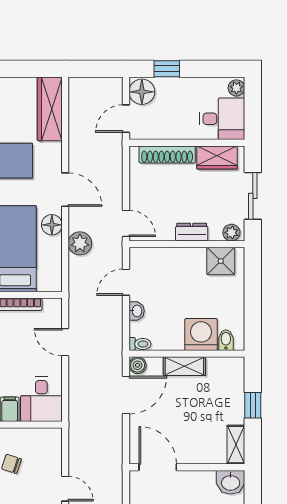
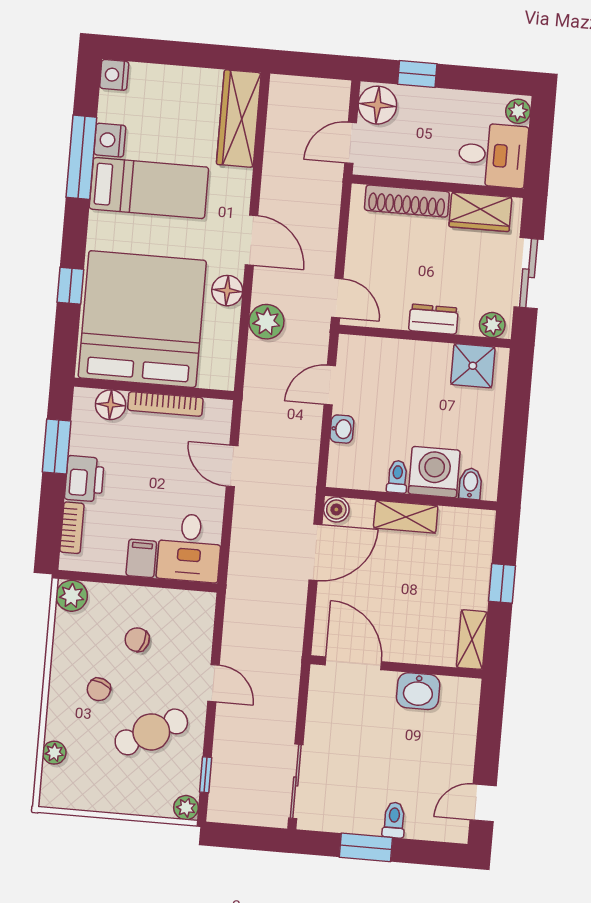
toilet: (140, 344) -> (397, 477), moved, turned -90
washbasin: (231, 482) -> (418, 691), moved

